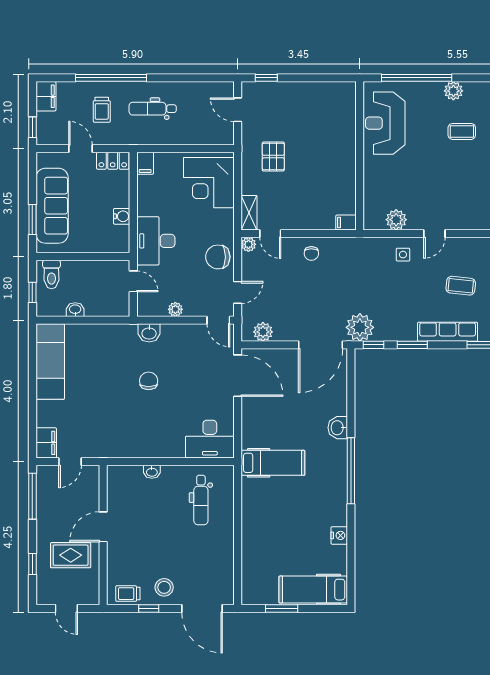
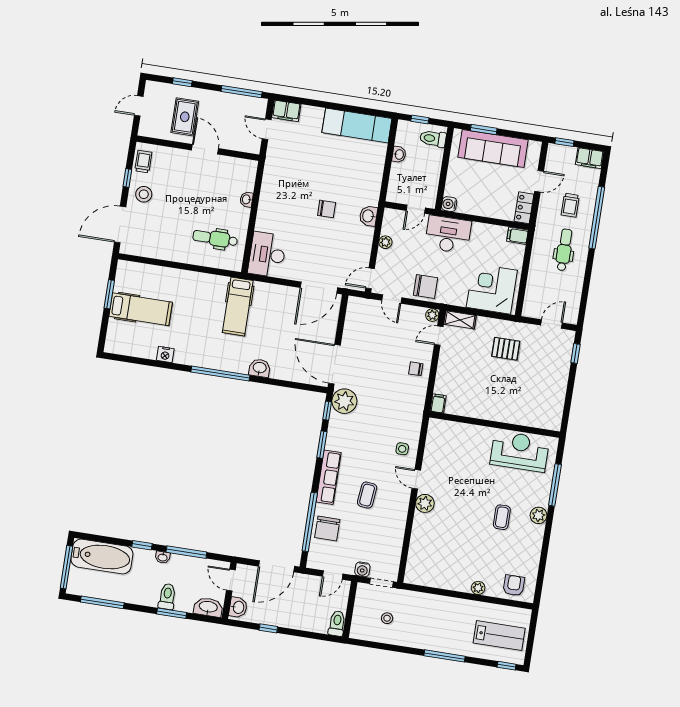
window: (417, 78) -> (555, 485), width x0.68
trolley: (102, 110) -> (570, 205), turned -90
water cooler: (122, 216) -> (449, 204), moved, turned 90
plant: (396, 220) -> (425, 503), moved
chair: (218, 257) -> (426, 287), turned 90
plant: (263, 332) -> (354, 316), removed
hospital bed: (313, 590) -> (141, 309), moved, turned 90

